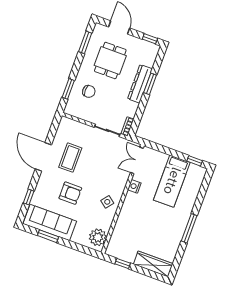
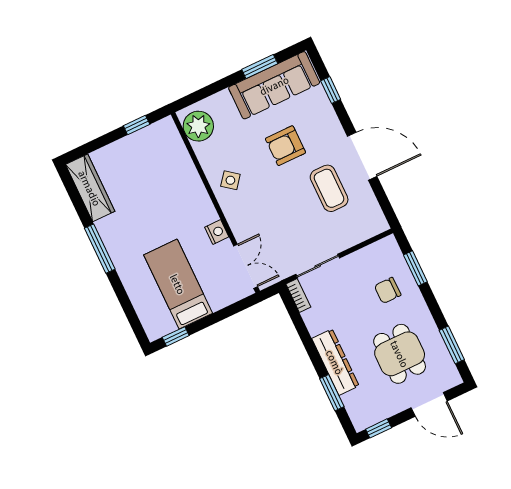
window: (150, 84) -> (332, 393), moved
wardrobe: (153, 264) -> (90, 188), moved, turned -90

